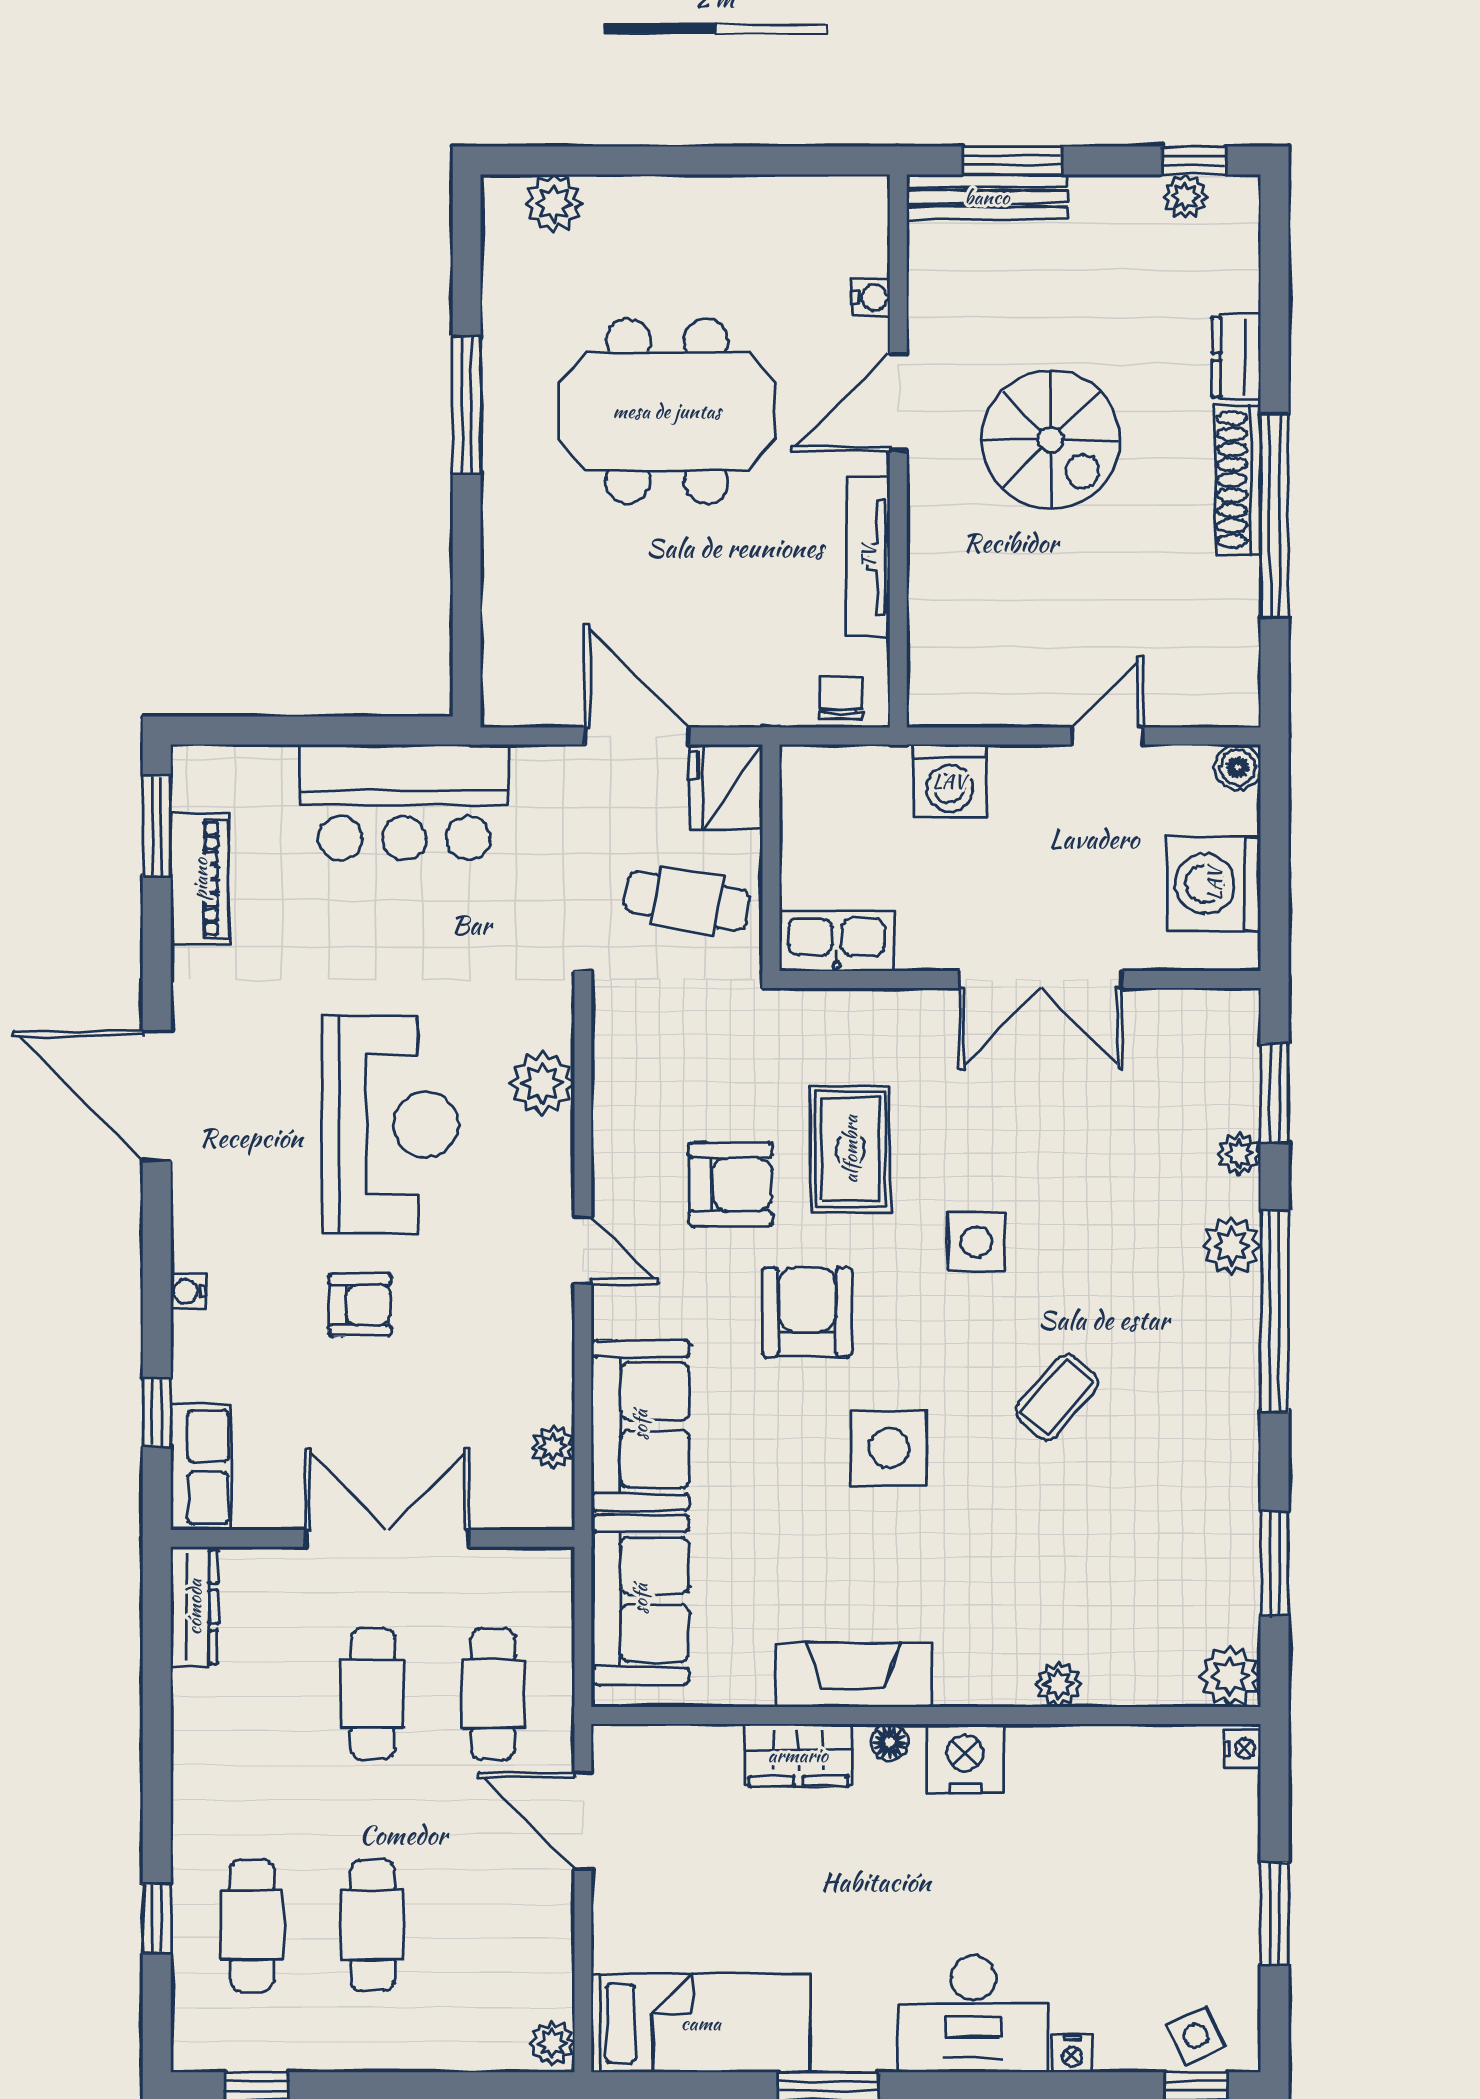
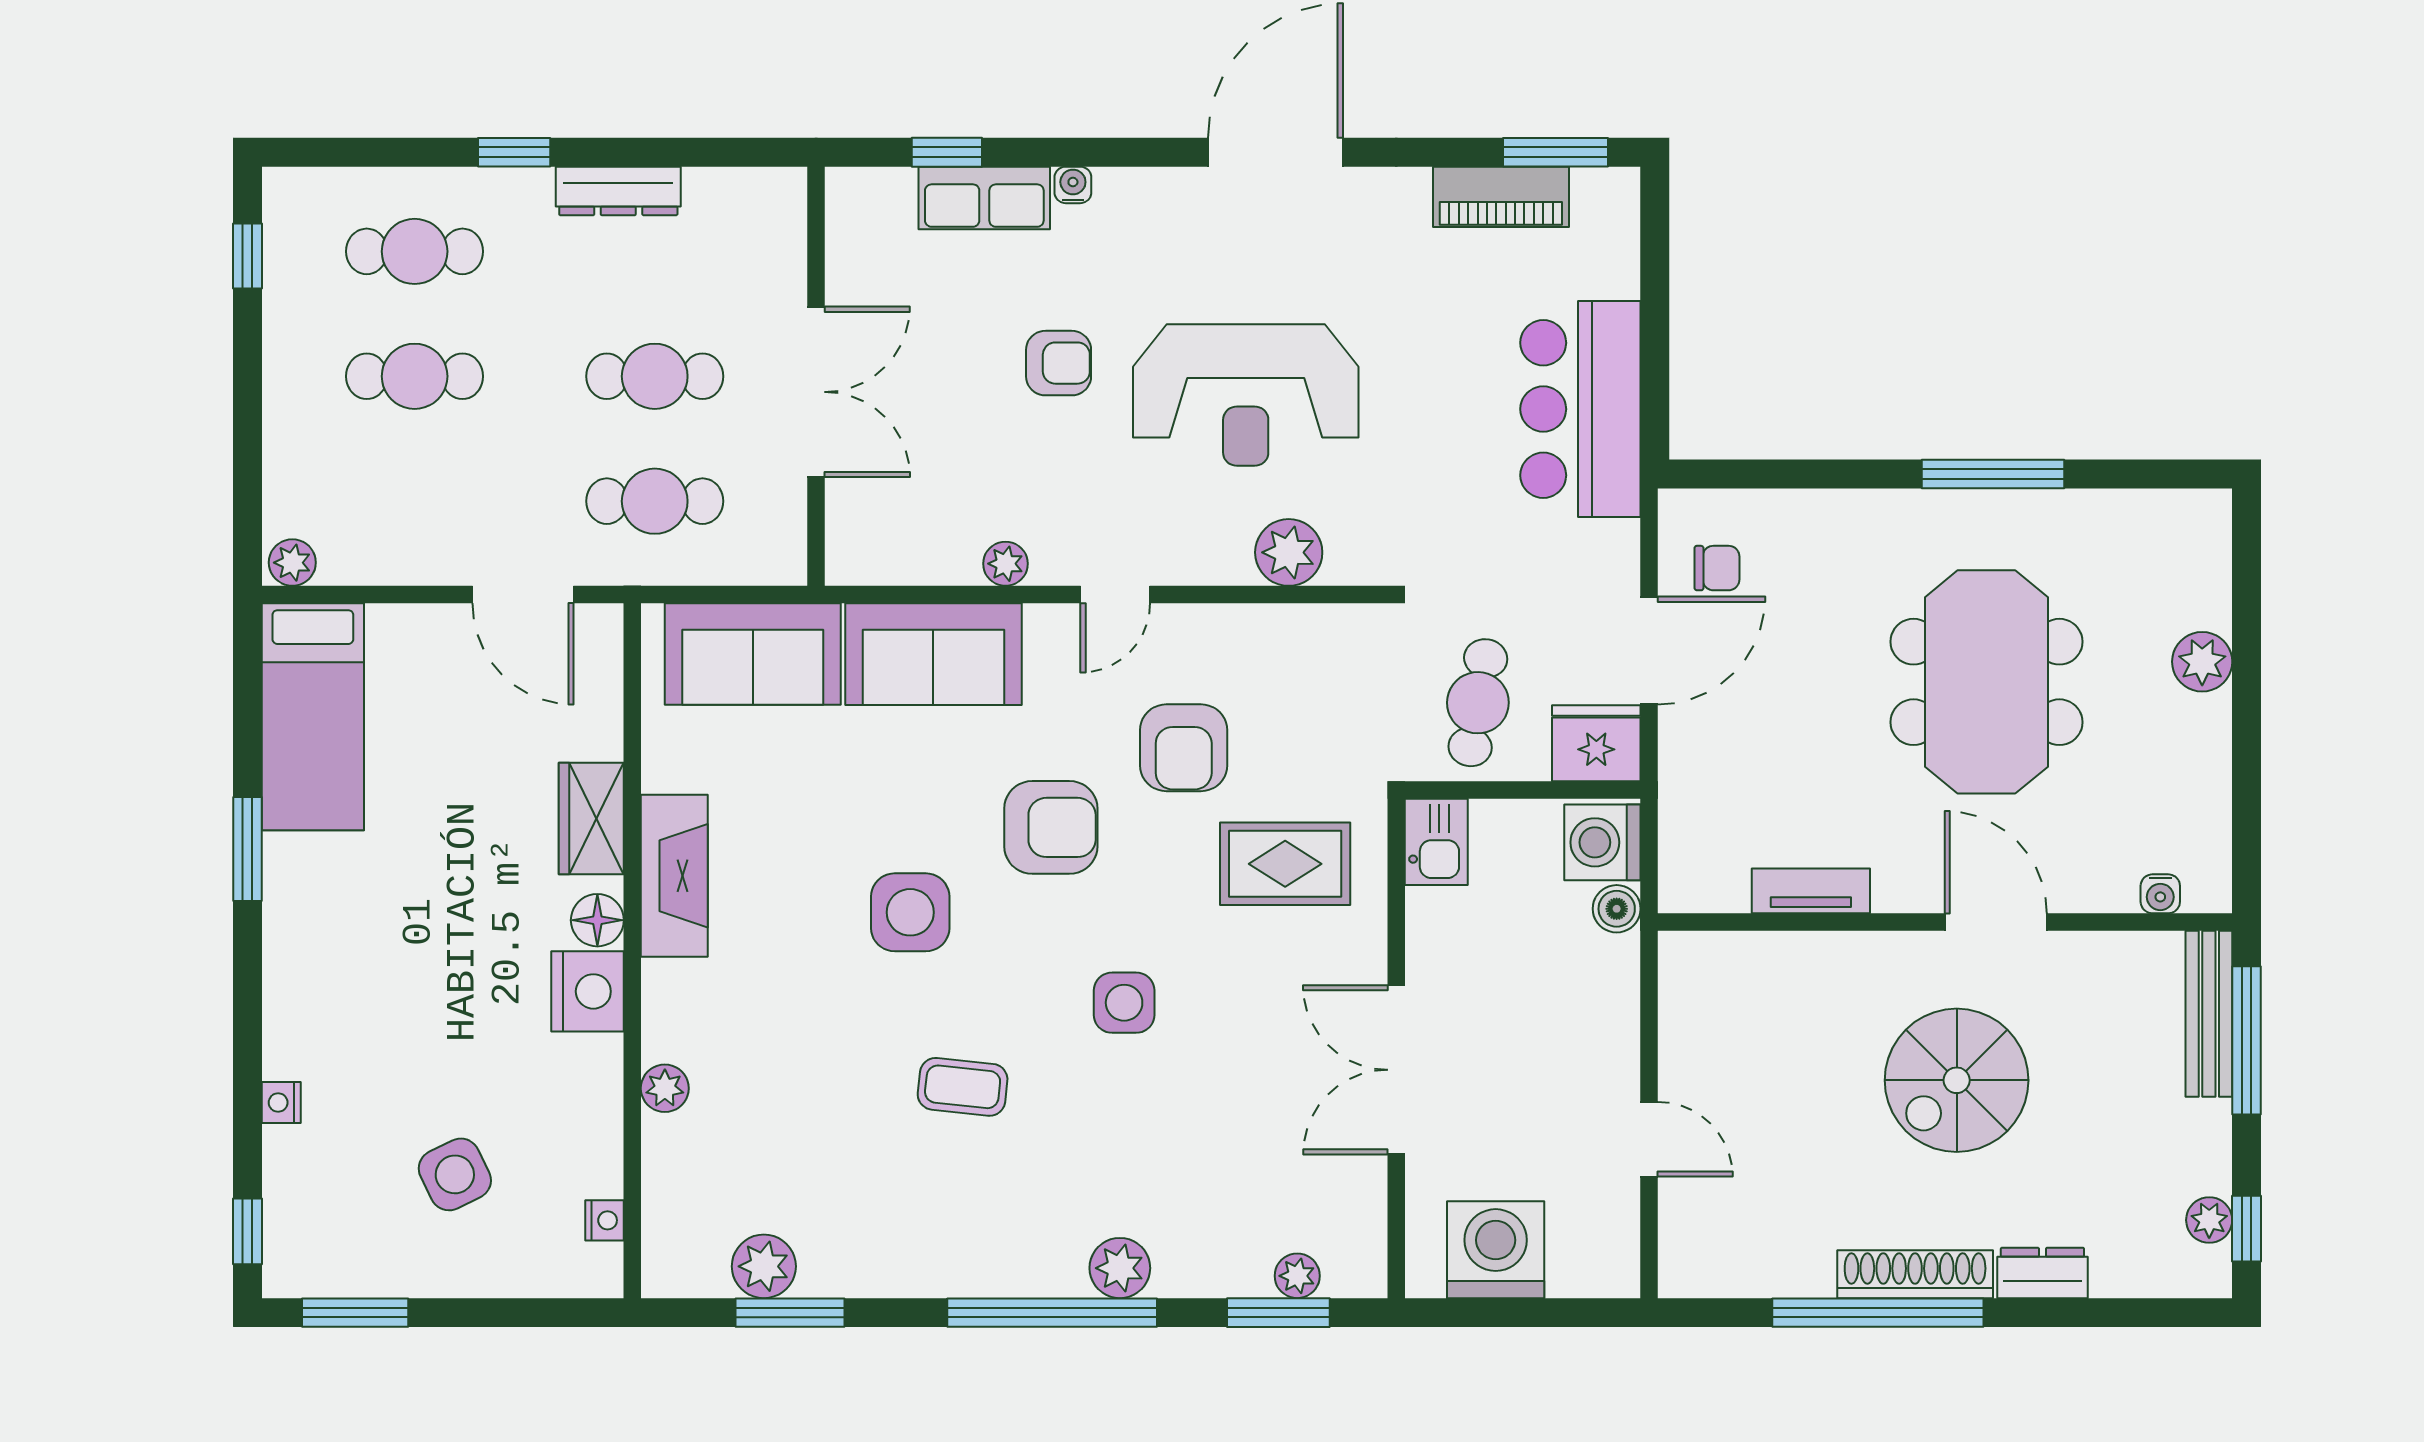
window: (1012, 161) -> (2246, 1040), width x1.44
plant: (554, 203) -> (2202, 662), moved
water cooler: (871, 298) -> (2160, 894), moved
tv unit: (868, 557) -> (1811, 891), width x0.71
chair: (841, 698) -> (1717, 568), moved
boiler: (1238, 767) -> (1617, 909), moved
washing machine: (949, 781) -> (1602, 842), moved
kitchen sink: (837, 941) -> (1436, 842), width x0.73
rug: (850, 1149) -> (1285, 864), moved
plant: (1239, 1154) -> (1297, 1276), moved
armchair: (360, 1305) -> (1059, 363), turned -90
coffee table: (1057, 1397) -> (963, 1087), turned -35
plant: (553, 1447) -> (1006, 564), moved
row of seats: (201, 1467) -> (984, 198), moved
dresser: (194, 1607) -> (618, 191), moved
plant: (1230, 1676) -> (764, 1266), moved
floor lamp: (890, 1742) -> (597, 920), width x1.37, depth x1.37
nightstand: (1242, 1749) -> (604, 1220), moved, turned -90
door: (583, 1821) -> (523, 595), swing flipped
window: (1275, 1913) -> (355, 1313), moved
window: (157, 1918) -> (514, 152), moved
desk: (973, 2014) -> (323, 1000), removed
side table: (1196, 2036) -> (455, 1174), moved, width x1.37, depth x1.37

